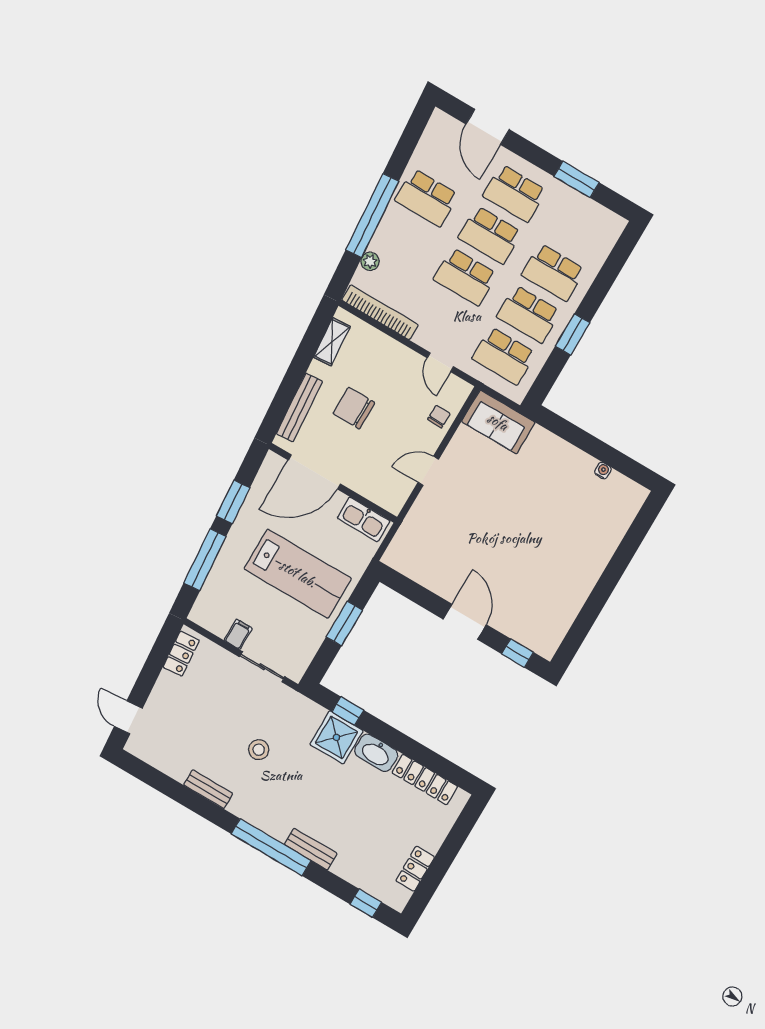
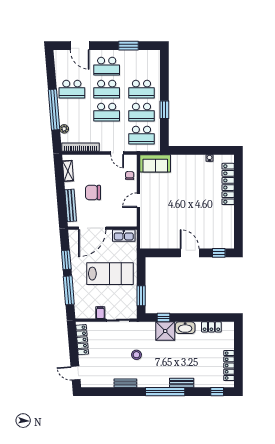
locker: (609, 538) -> (228, 184), added
window: (344, 624) -> (141, 296), moved
locker: (181, 654) -> (82, 340), width x1.53
locker: (425, 780) -> (211, 327), width x0.66
locker: (415, 869) -> (229, 366), width x1.53

